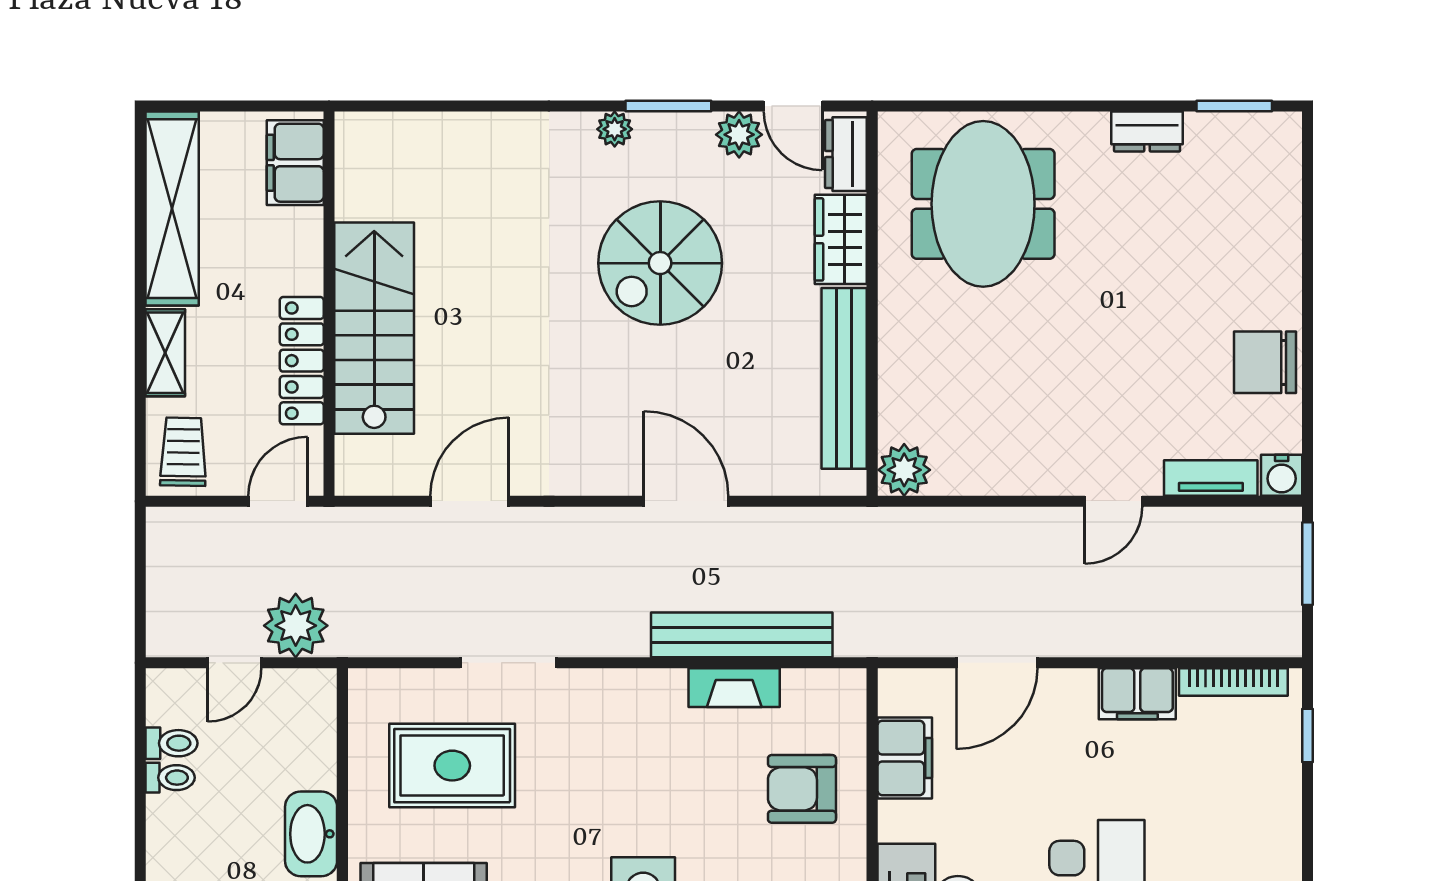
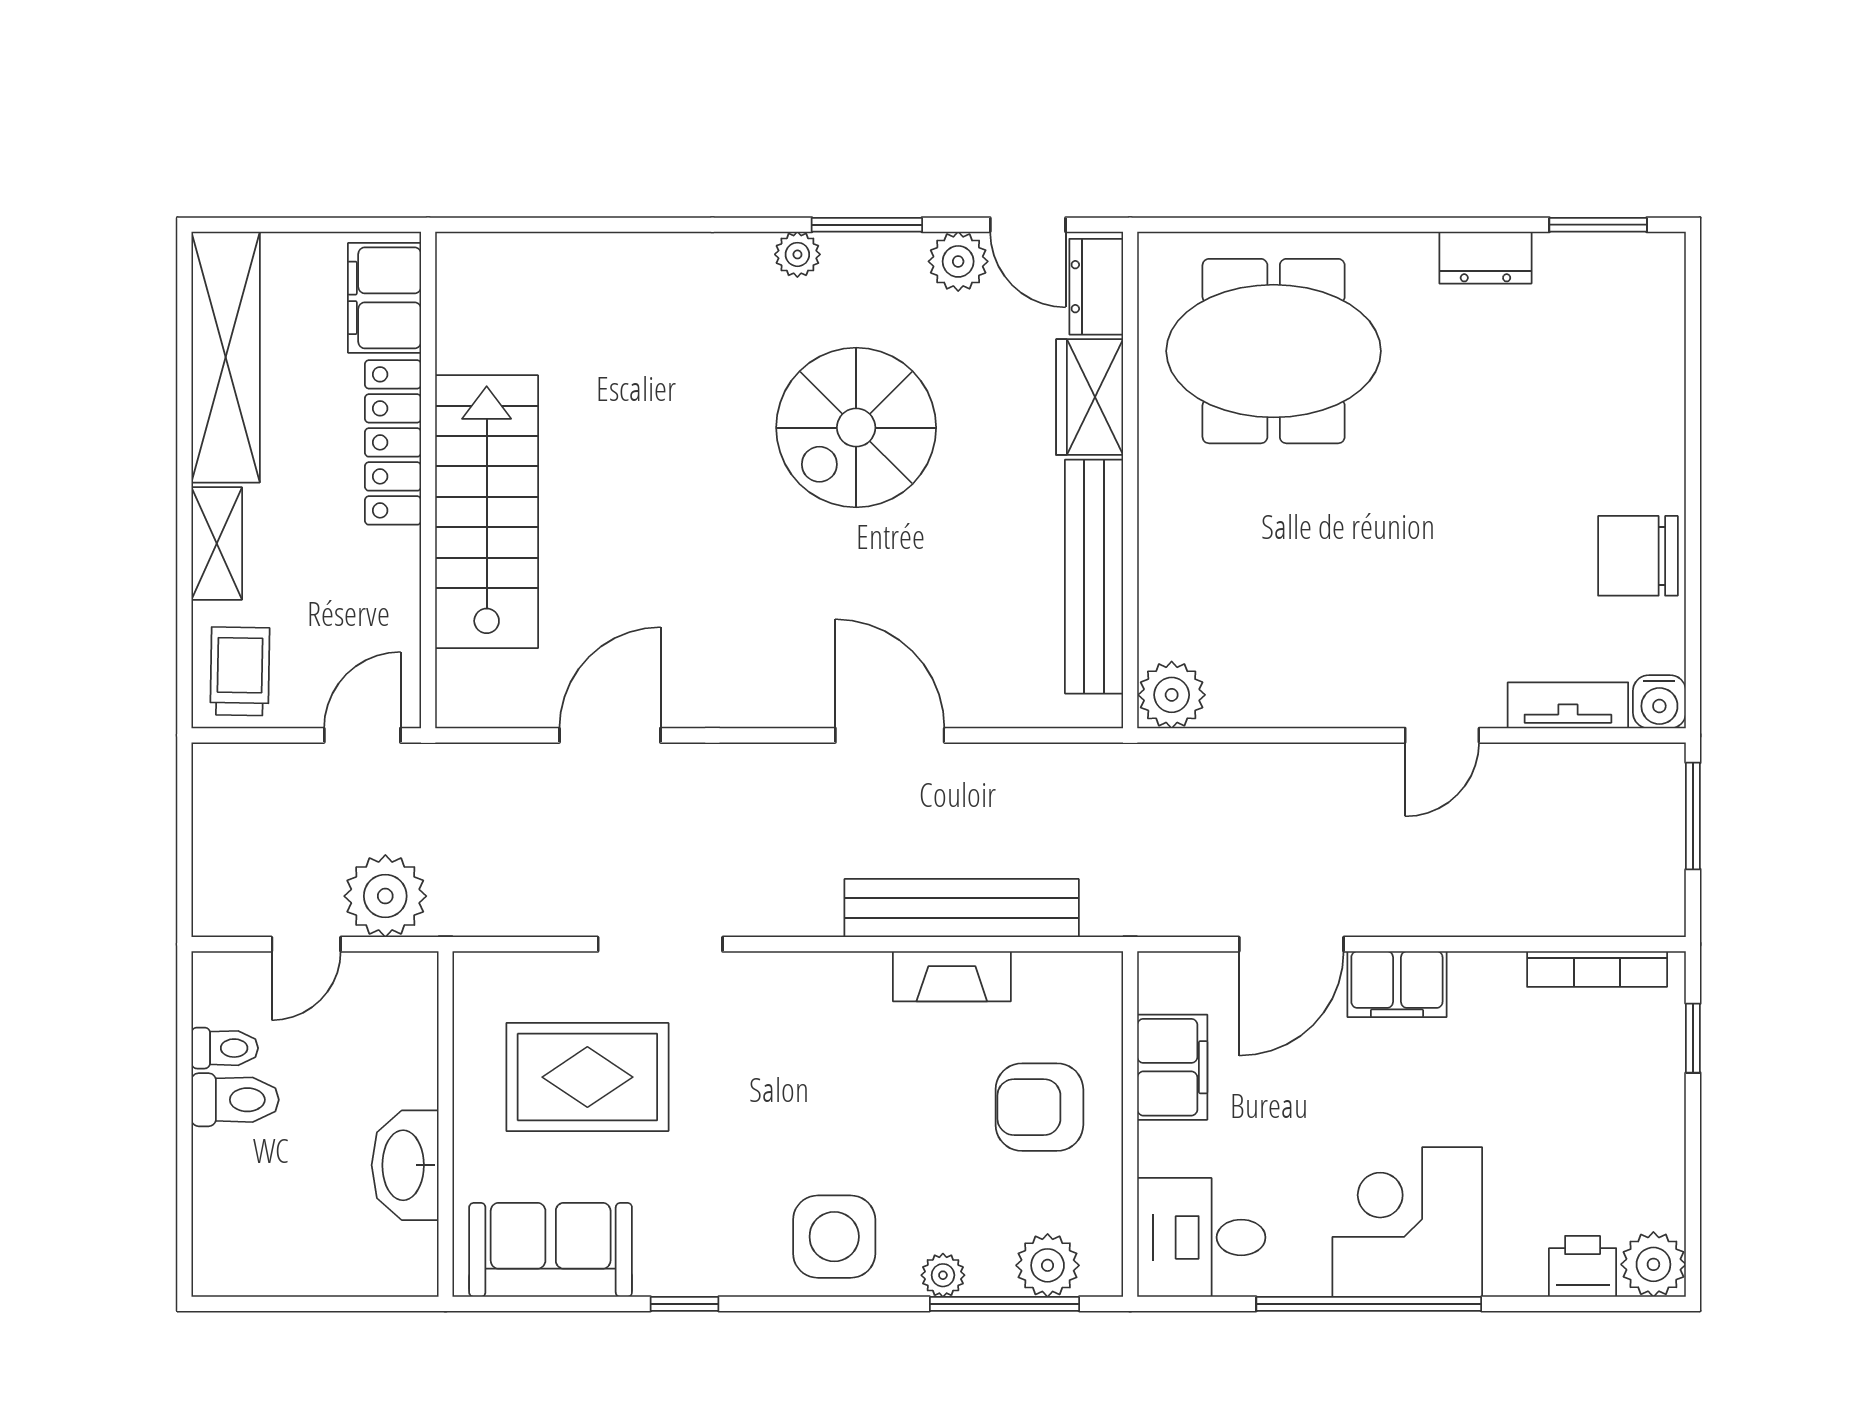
meeting table: (983, 204) -> (1274, 351), turned 90
locker: (302, 361) -> (393, 442), moved
filing cabinet: (1137, 694) -> (1397, 984), moved
toilet: (170, 778) -> (235, 1100), width x1.37, depth x1.39

